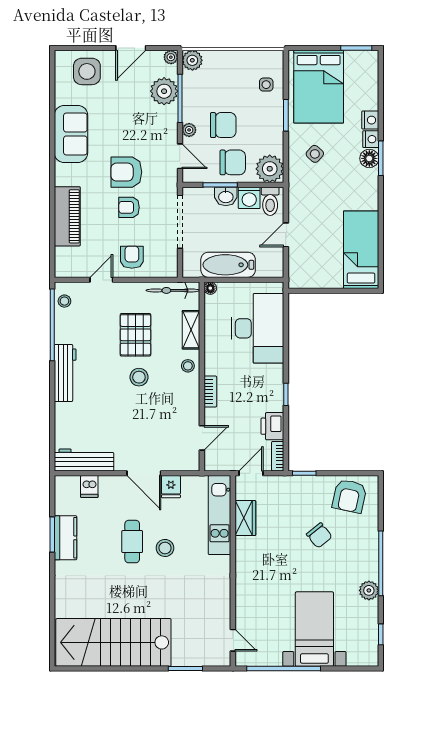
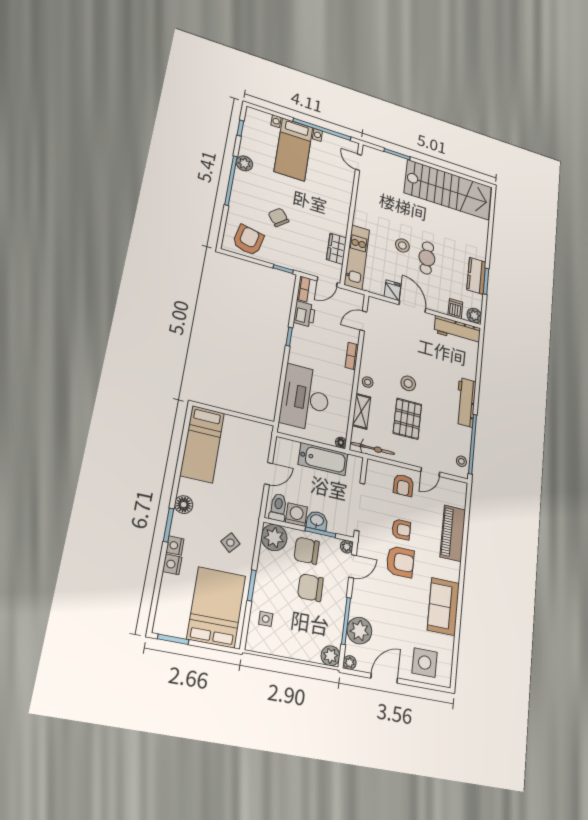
plant: (189, 130) -> (347, 547), moved
door: (180, 156) -> (352, 566), swing flipped
floor lamp: (369, 158) -> (184, 505), moved
plant: (64, 485) -> (474, 316), added

